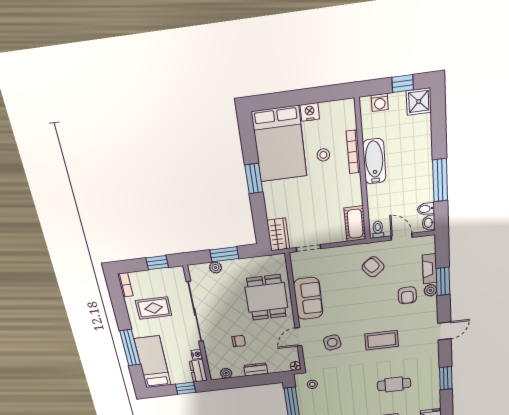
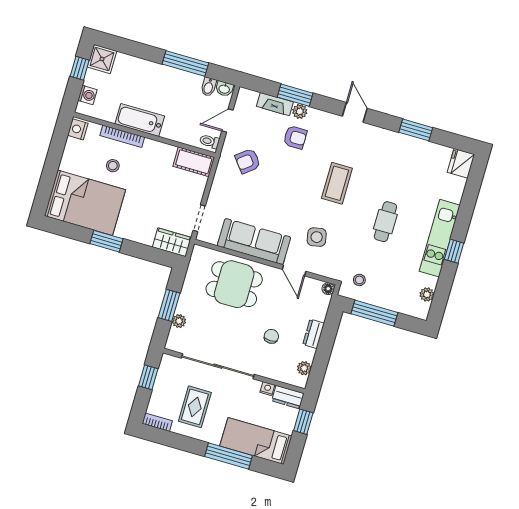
nightstand: (310, 112) -> (78, 129), moved
sofa: (308, 299) -> (254, 241), width x1.36
cafe table: (394, 384) -> (385, 222), moved

